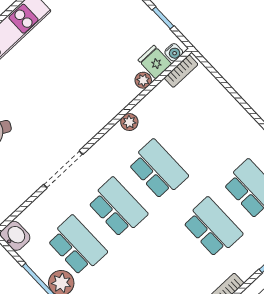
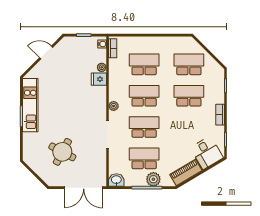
fridge: (155, 62) -> (99, 79), moved
plant: (129, 122) -> (114, 106), moved
school desk: (198, 131) -> (144, 64), added

